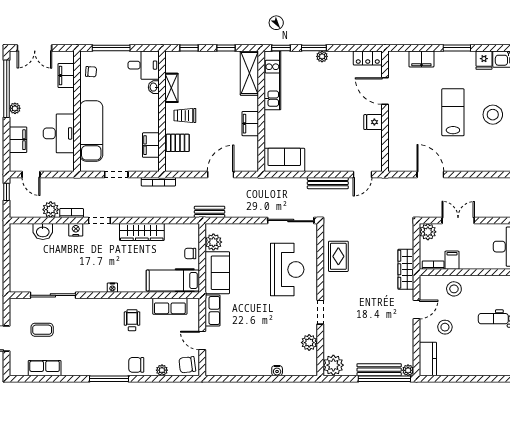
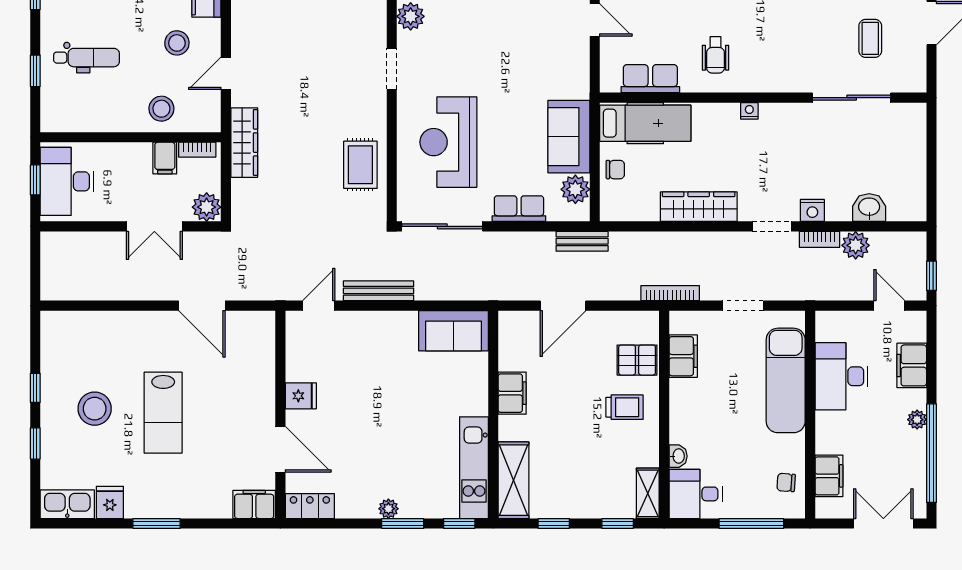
filing cabinet: (421, 59) -> (254, 504), moved
shelving: (171, 88) -> (648, 493), moved
row of seats: (213, 310) -> (519, 209), moved, turned 90
coffee table: (42, 330) -> (870, 38), turned 90

